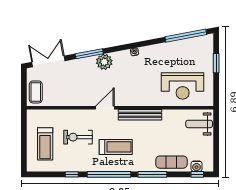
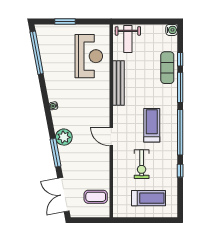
coffee table: (36, 92) -> (96, 197), moved
bench: (140, 115) -> (118, 83), moved
water cooler: (197, 166) -> (172, 30), moved
window: (197, 174) -> (180, 59), moved

